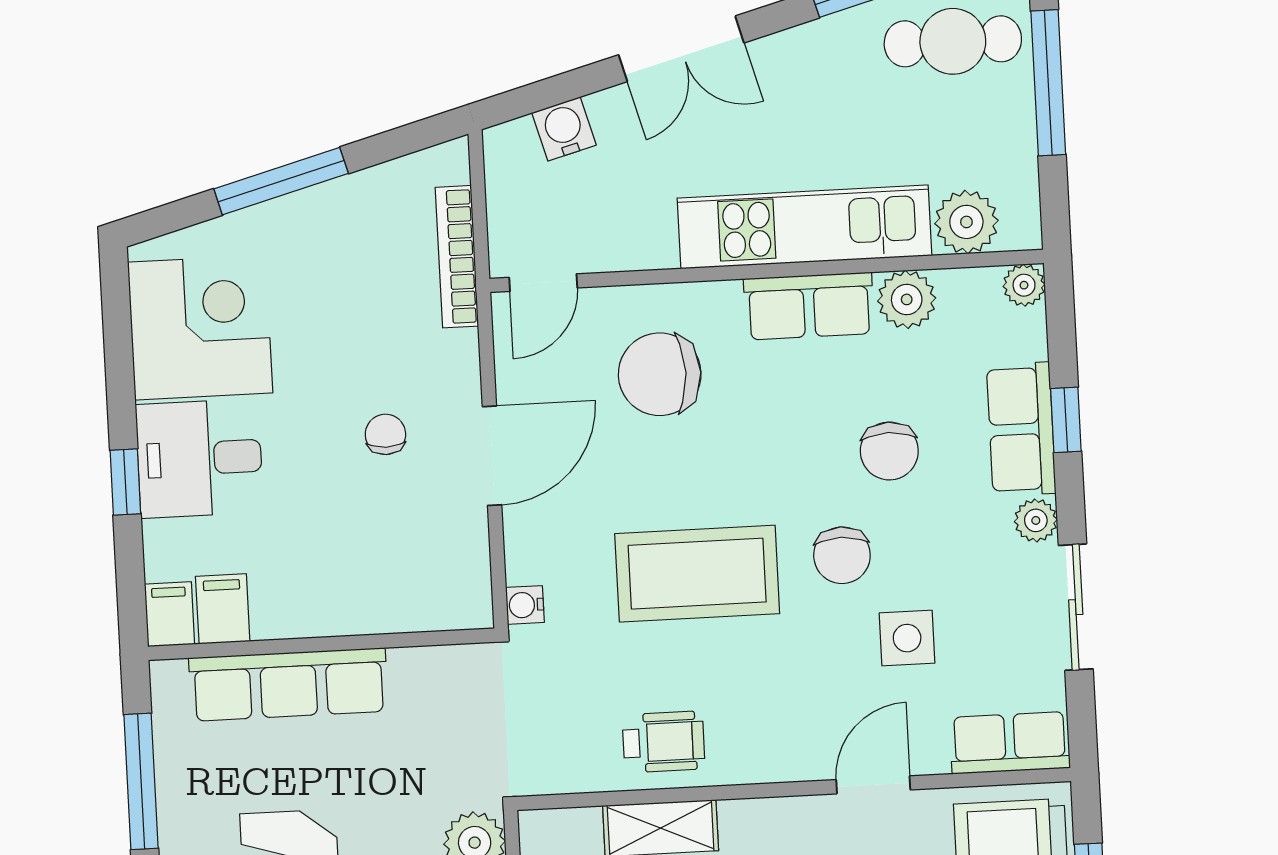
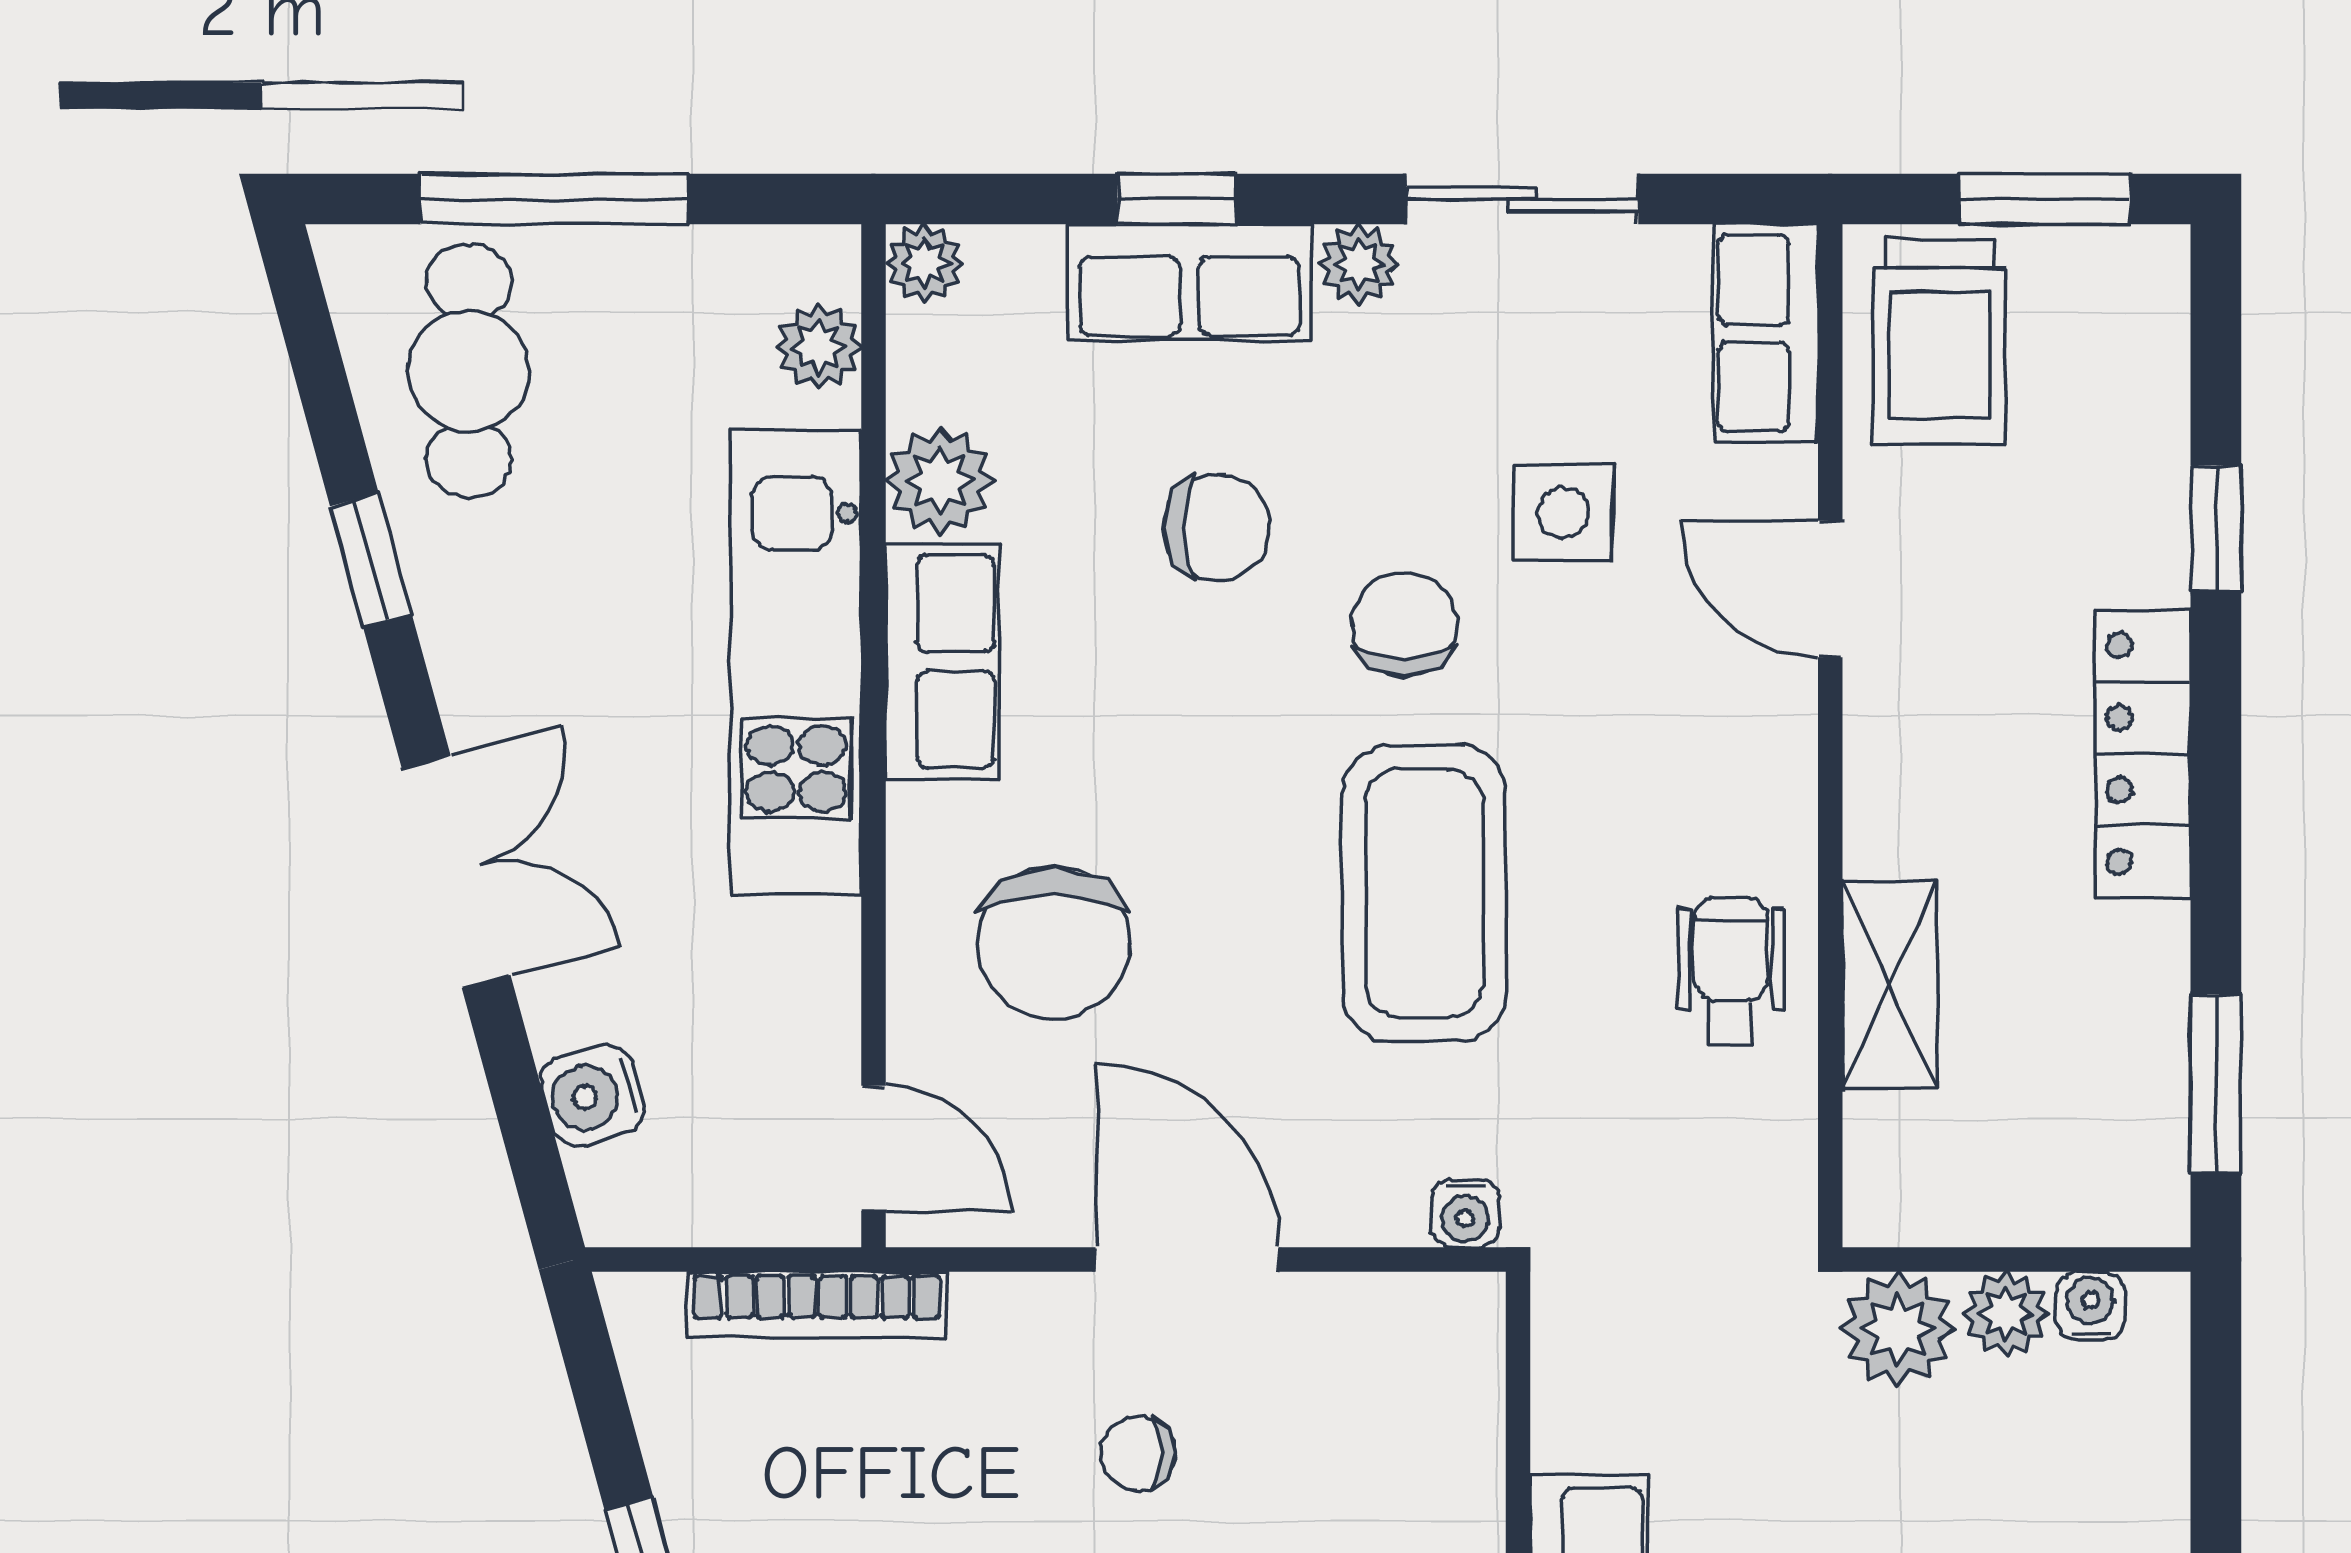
plant: (966, 222) -> (819, 347), width x0.73, depth x0.73
chair: (842, 555) -> (1404, 624), turned -90

